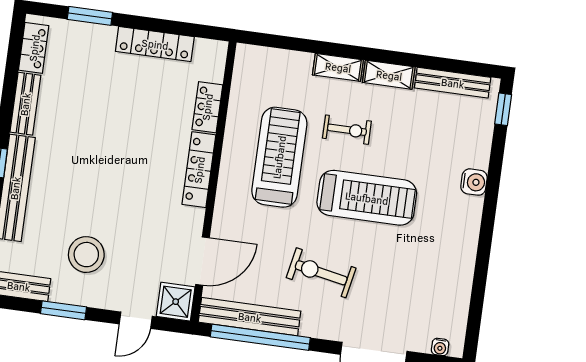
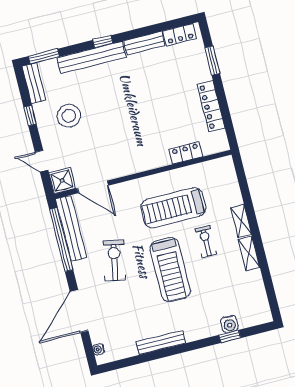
bench: (453, 83) -> (161, 343), moved, turned 90
window: (503, 109) -> (230, 336), moved
exercise bike: (347, 130) -> (206, 242), turned 180
treadmill: (279, 157) -> (173, 208), turned 180
locker: (199, 170) -> (147, 163), removed
water cooler: (474, 182) -> (229, 324), moved
window: (64, 310) -> (30, 116), width x0.67

